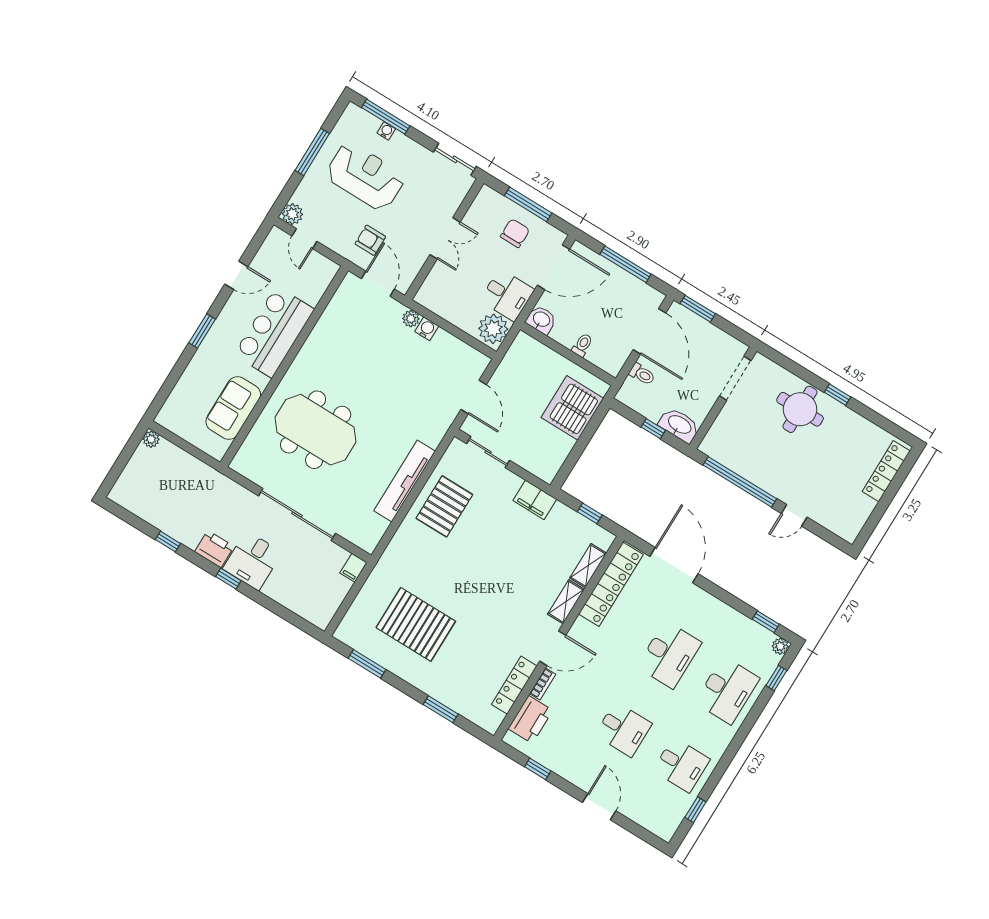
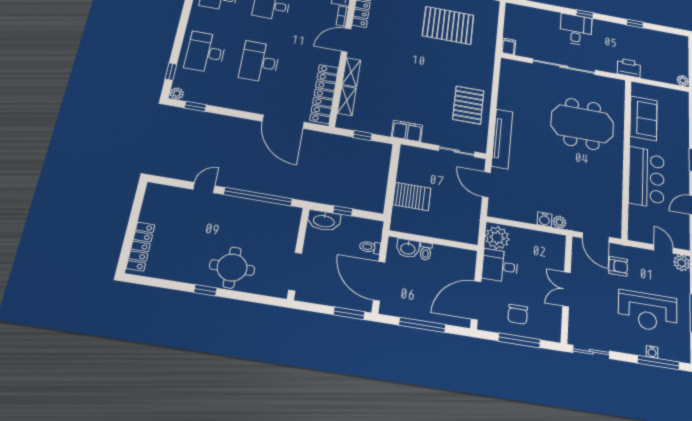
washbasin: (541, 320) -> (408, 248), moved
server rack: (572, 408) -> (412, 196), width x0.62
tv unit: (405, 481) -> (502, 139), moved
printer: (214, 549) -> (629, 68), moved, turned 180

